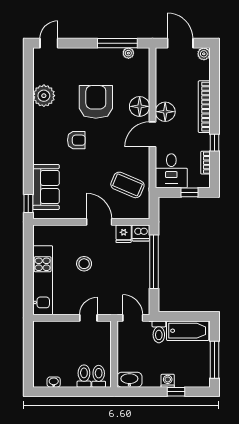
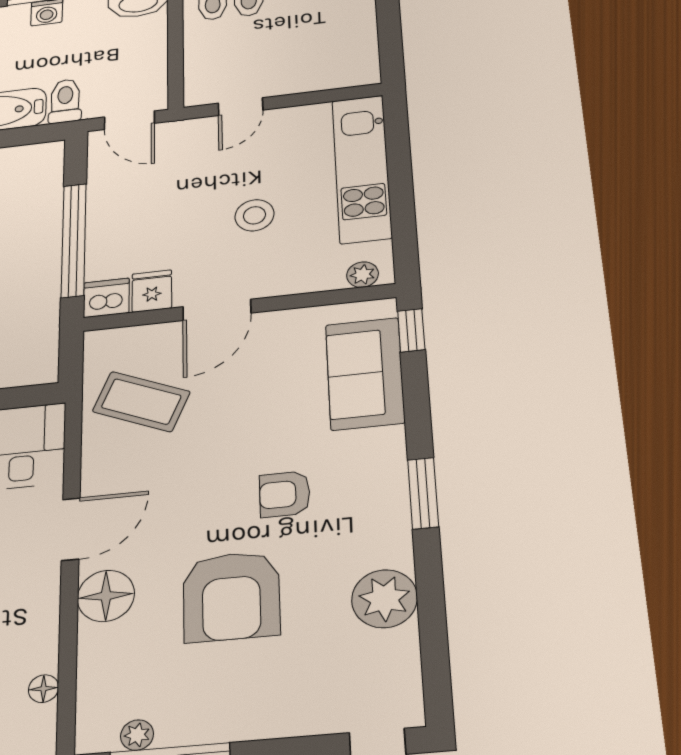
floor lamp: (165, 112) -> (43, 689), moved, width x0.53, depth x0.53
window: (28, 135) -> (423, 493), added
door: (99, 222) -> (217, 310), hinge flipped
plant: (45, 231) -> (363, 275), added

